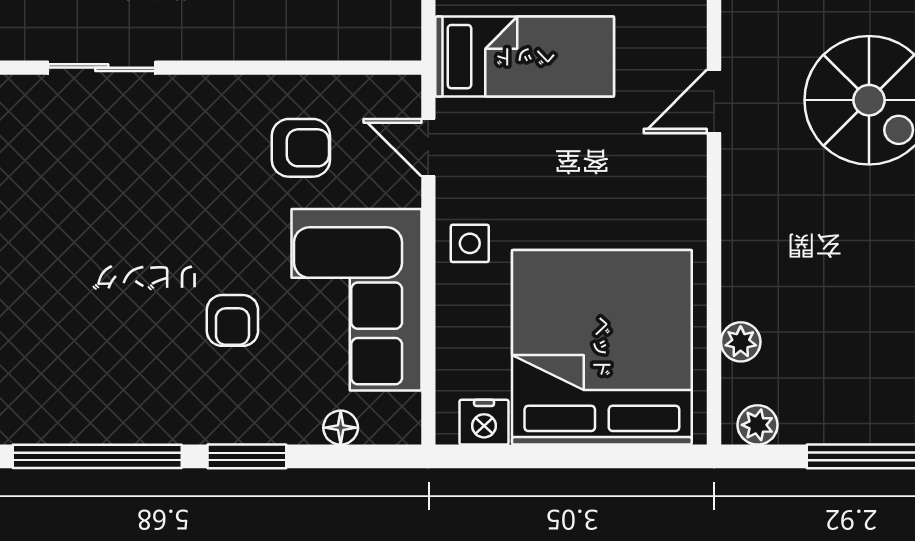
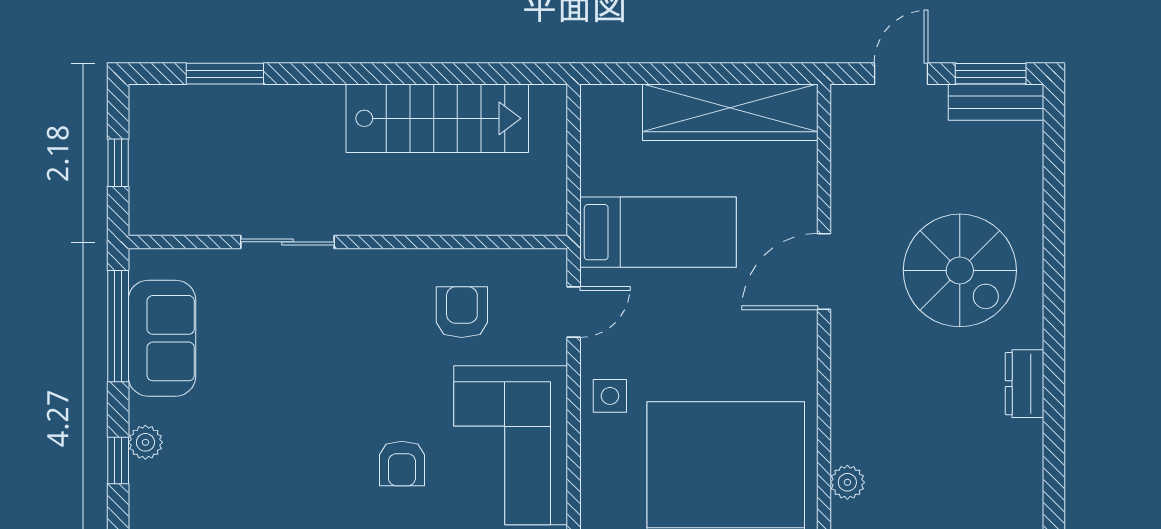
door: (714, 101) -> (824, 271), width x1.37
armchair: (301, 148) -> (462, 312), turned -90
door: (428, 148) -> (574, 312), swing flipped

